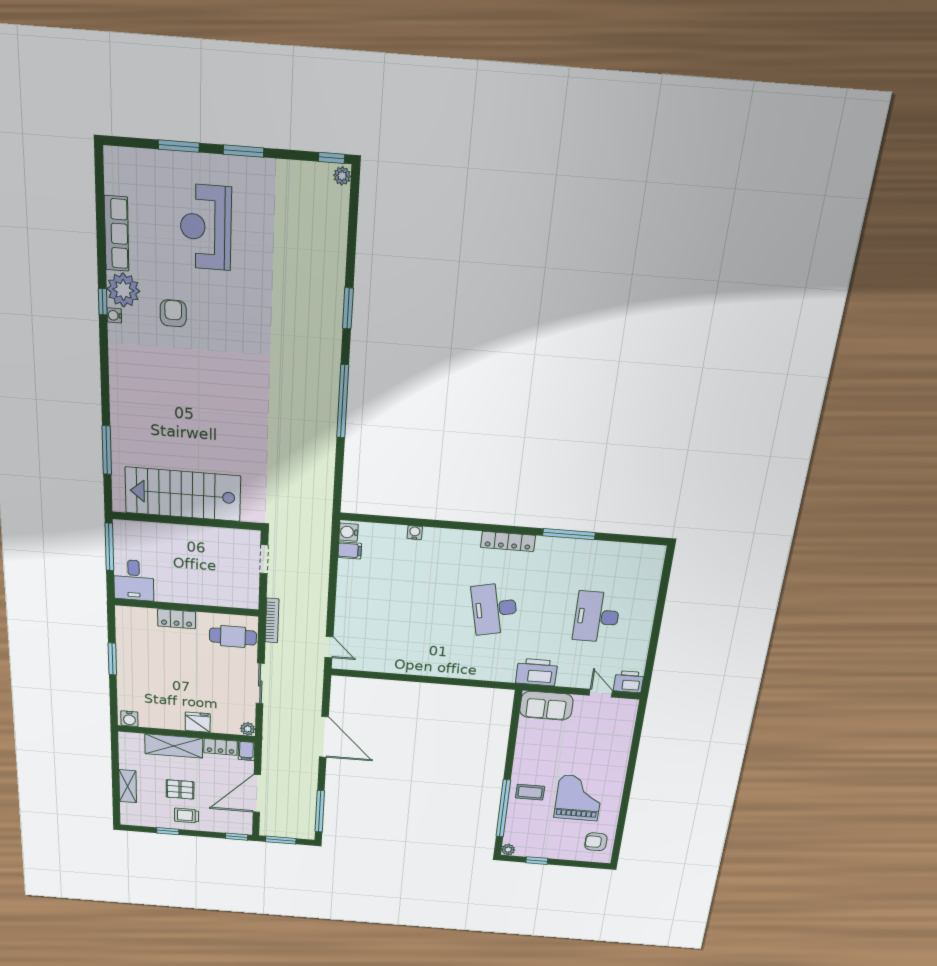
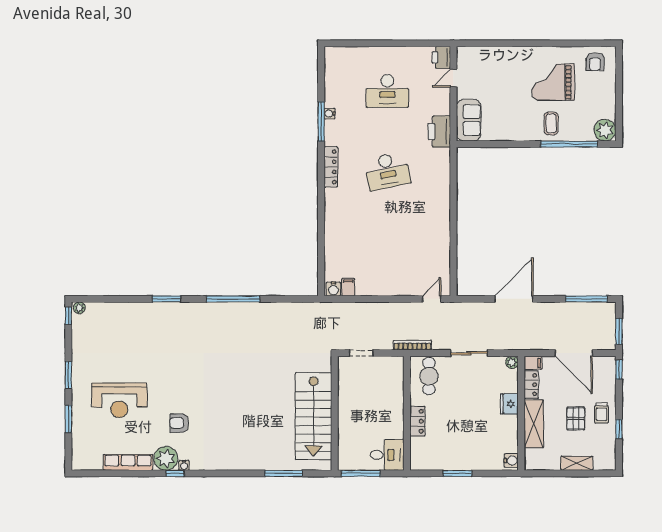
water cooler: (415, 532) -> (330, 114), moved
plant: (508, 850) -> (605, 130), width x1.87, depth x1.87
window: (537, 861) -> (619, 109), removed

